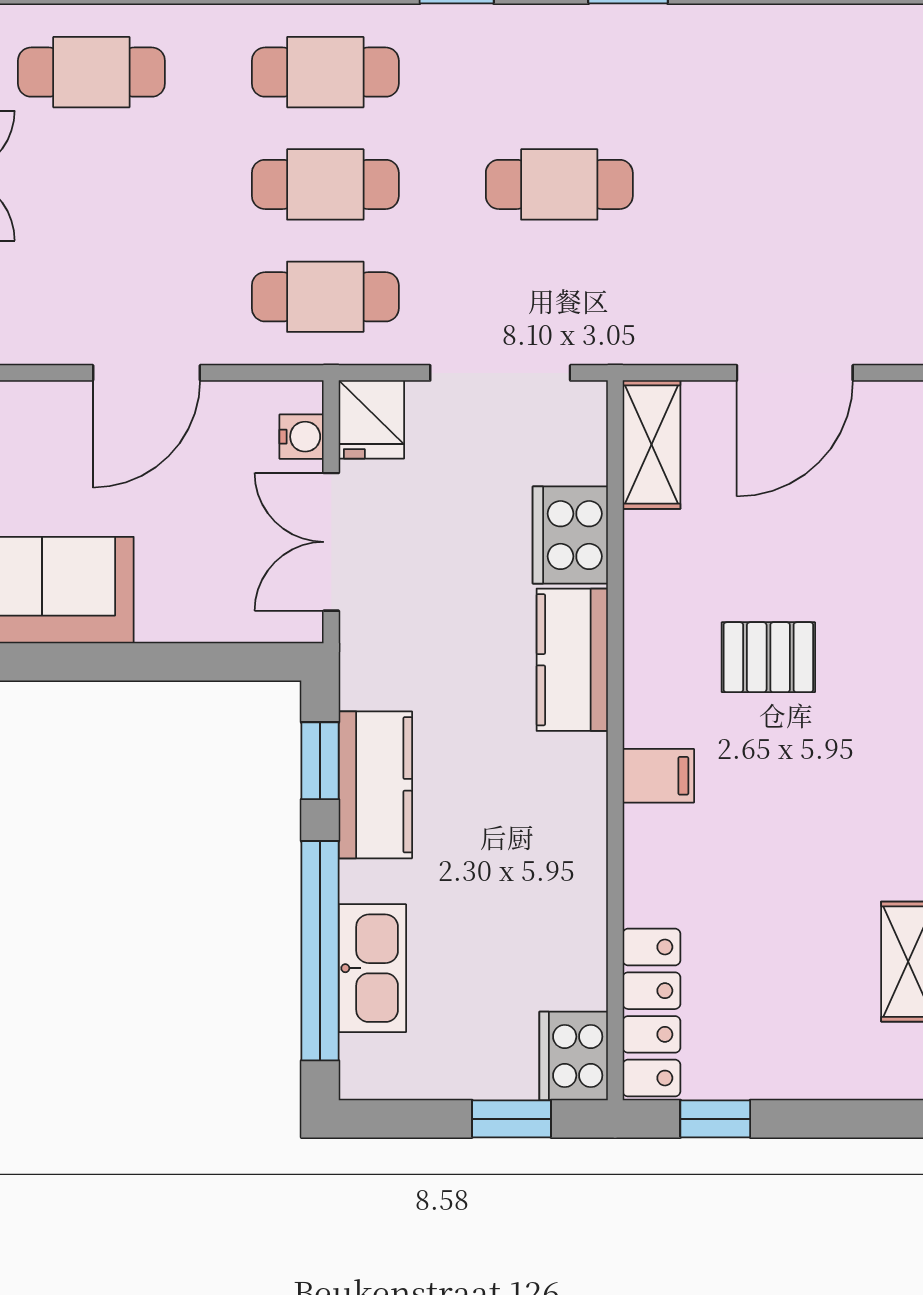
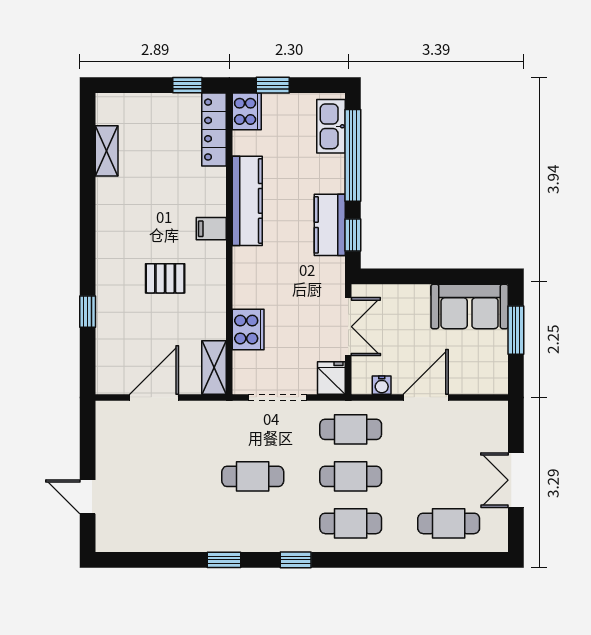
water cooler: (302, 437) -> (382, 385), moved, turned -90
kitchen counter: (572, 660) -> (247, 201), moved, width x1.50
kitchen sink: (372, 968) -> (331, 126), moved

